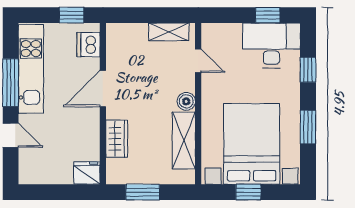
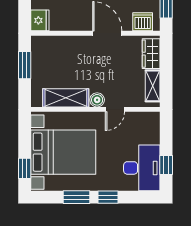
door: (198, 61) -> (115, 109), moved
window: (308, 70) -> (108, 197), moved
wardrobe: (117, 139) -> (151, 54), moved, turned 90
window: (248, 192) -> (25, 168), moved

